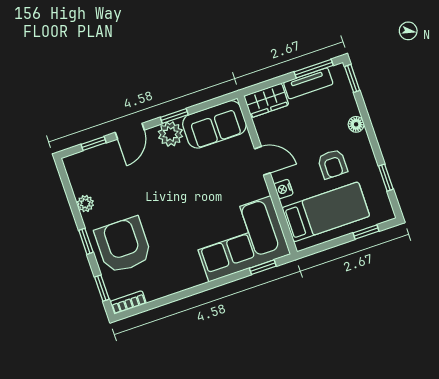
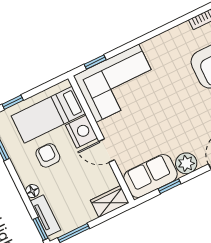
tv unit: (308, 83) -> (45, 216), moved, turned 90
window: (174, 116) -> (170, 186), moved
nightstand: (284, 189) -> (81, 132), width x1.89, depth x1.79

